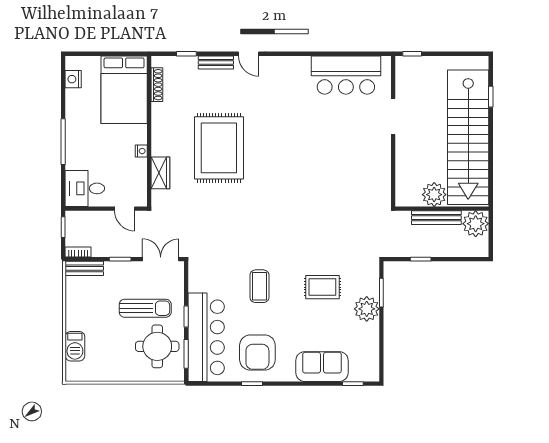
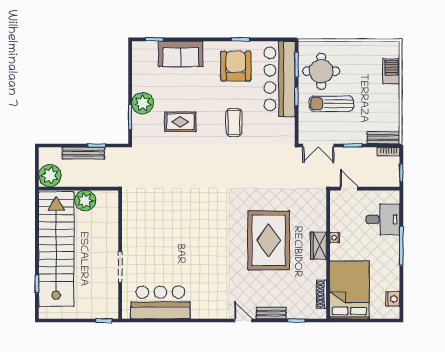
wardrobe: (160, 173) -> (318, 246), moved
desk: (85, 188) -> (383, 219), moved
bench: (436, 218) -> (83, 153), moved

